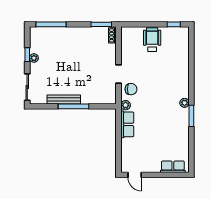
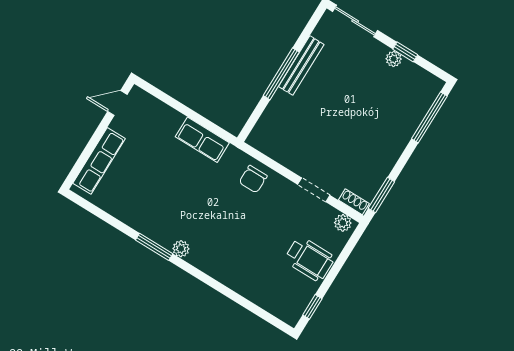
doorway: (118, 74) -> (314, 190), moved
plant: (126, 105) -> (343, 223), moved
row of seats: (173, 167) -> (99, 161), width x1.48

